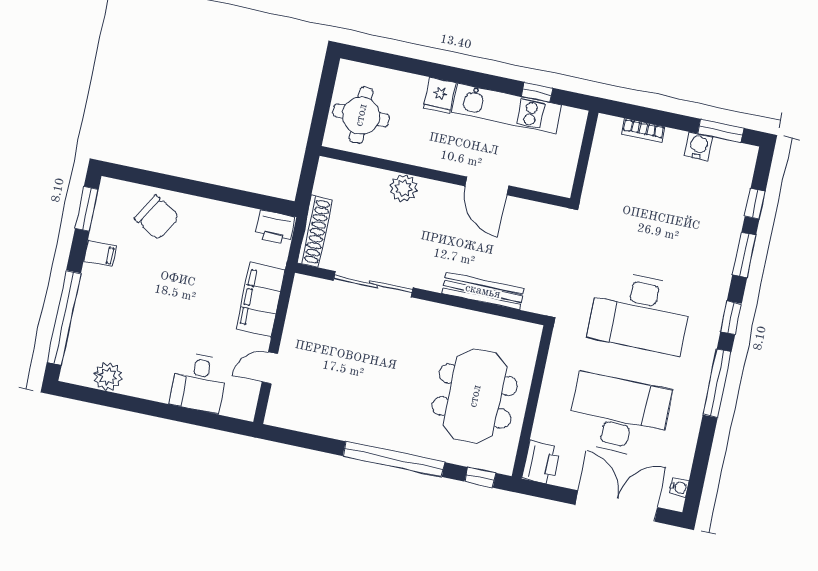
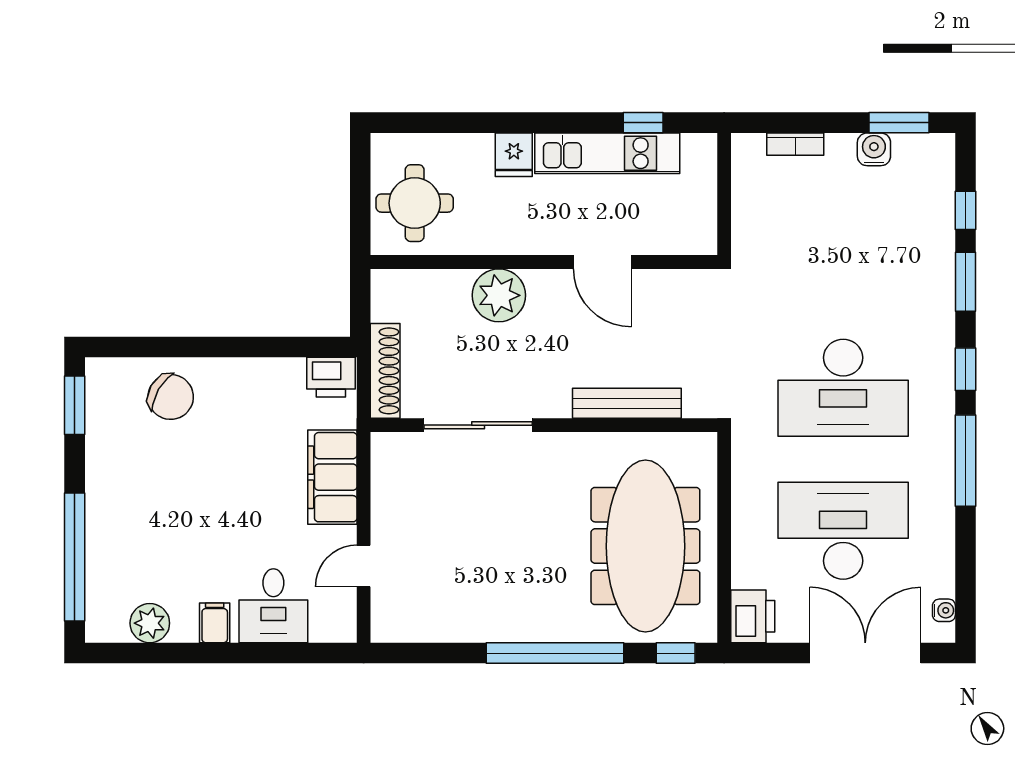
plant: (404, 188) -> (499, 295), width x1.36, depth x1.36
filing cabinet: (100, 254) -> (215, 623), moved, turned -90
meeting table: (475, 396) -> (645, 546), width x1.36

